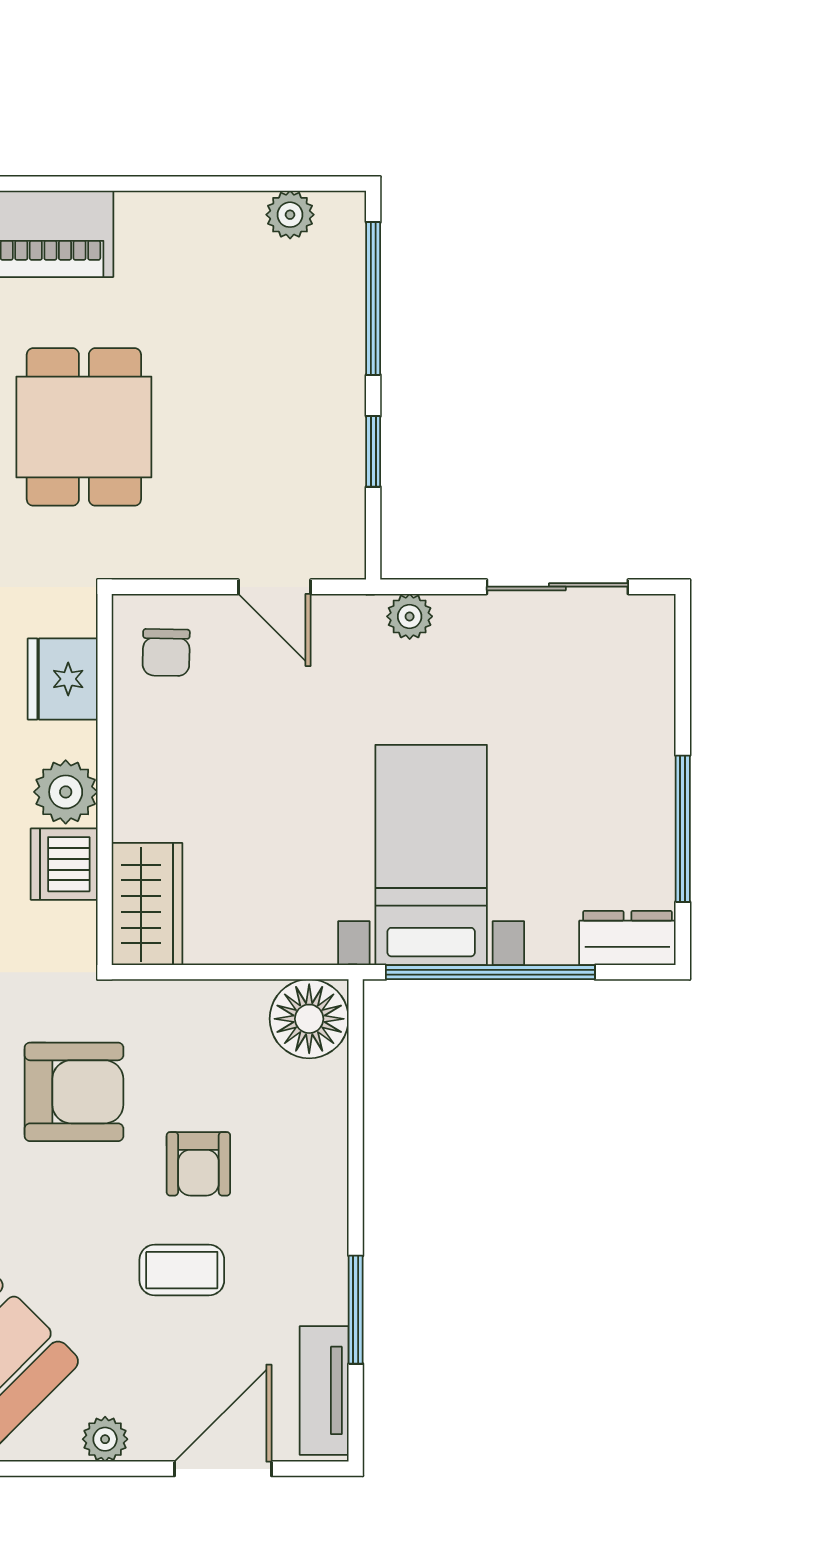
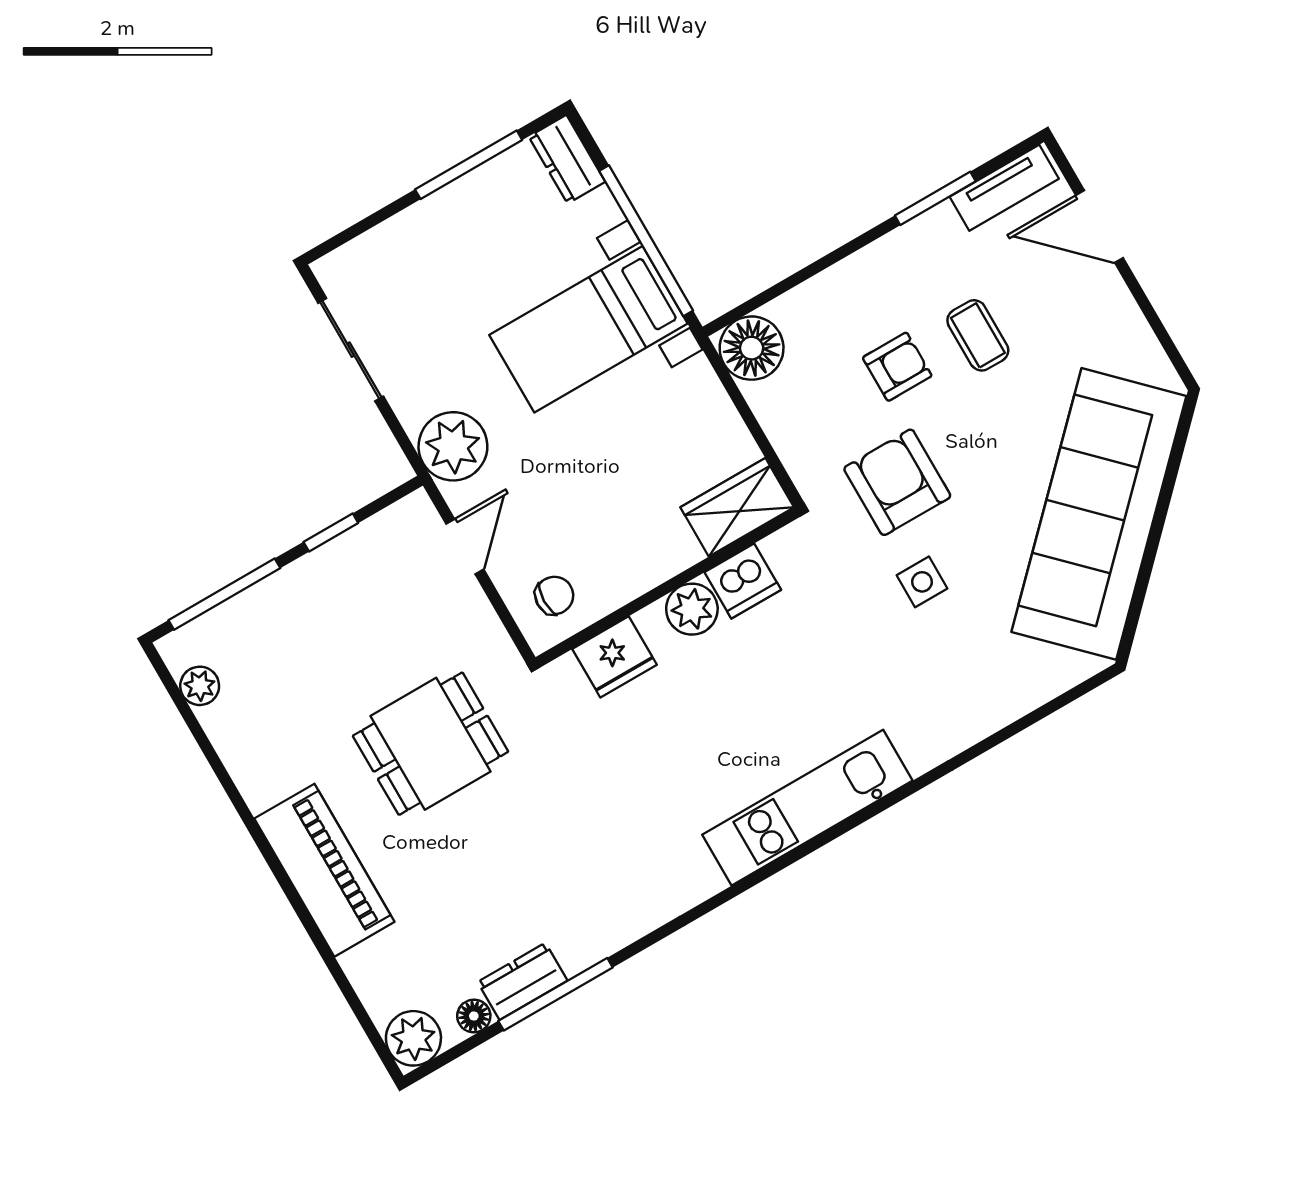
plant: (410, 616) -> (453, 446), width x1.87, depth x1.87
plant: (105, 1439) -> (1127, 321), removed

